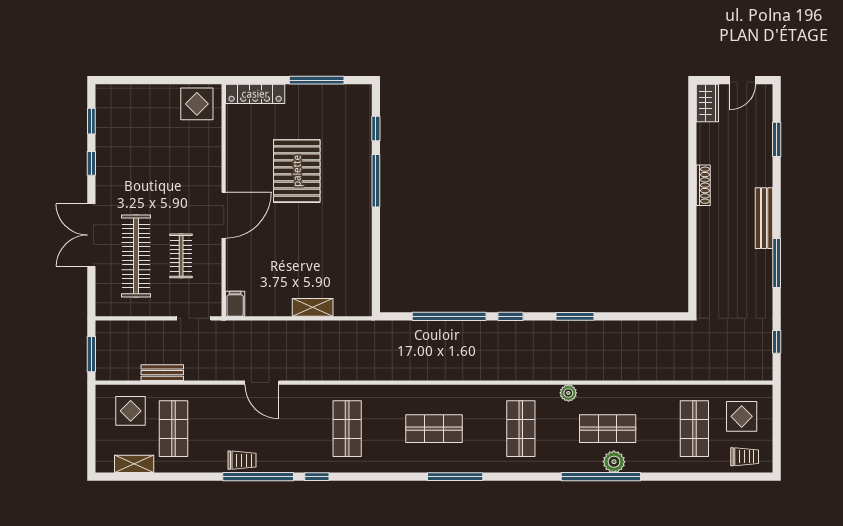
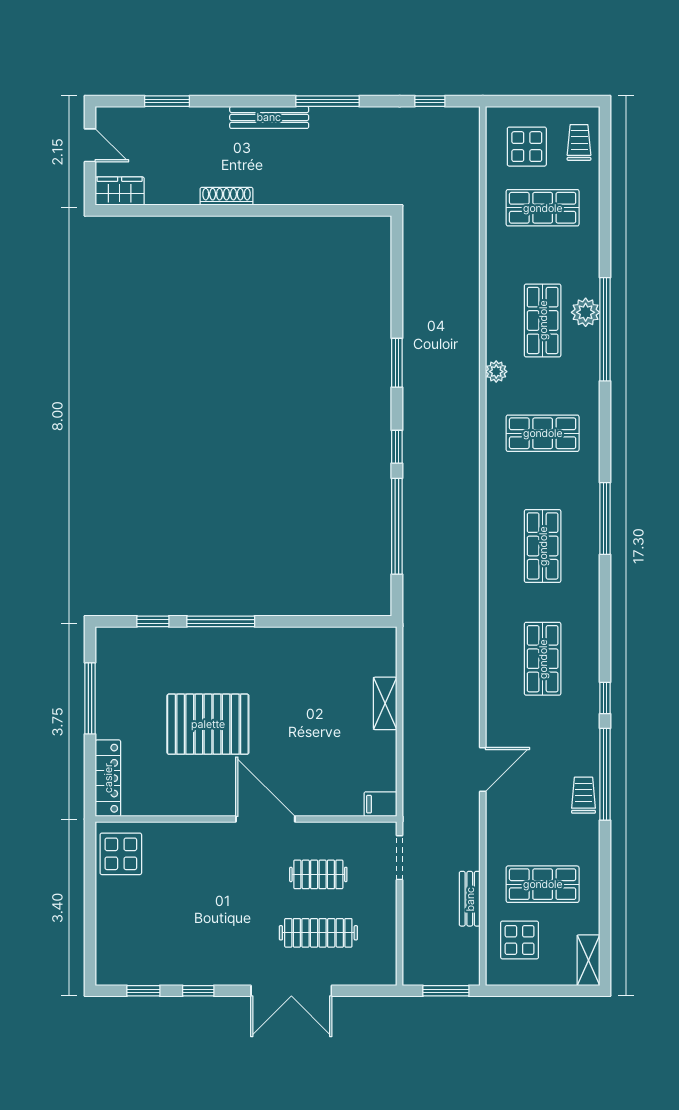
clothes rail: (136, 256) -> (318, 933), width x0.73, depth x0.76
shop shelf: (347, 429) -> (543, 659), turned 90
shelving: (134, 464) -> (588, 960), moved

